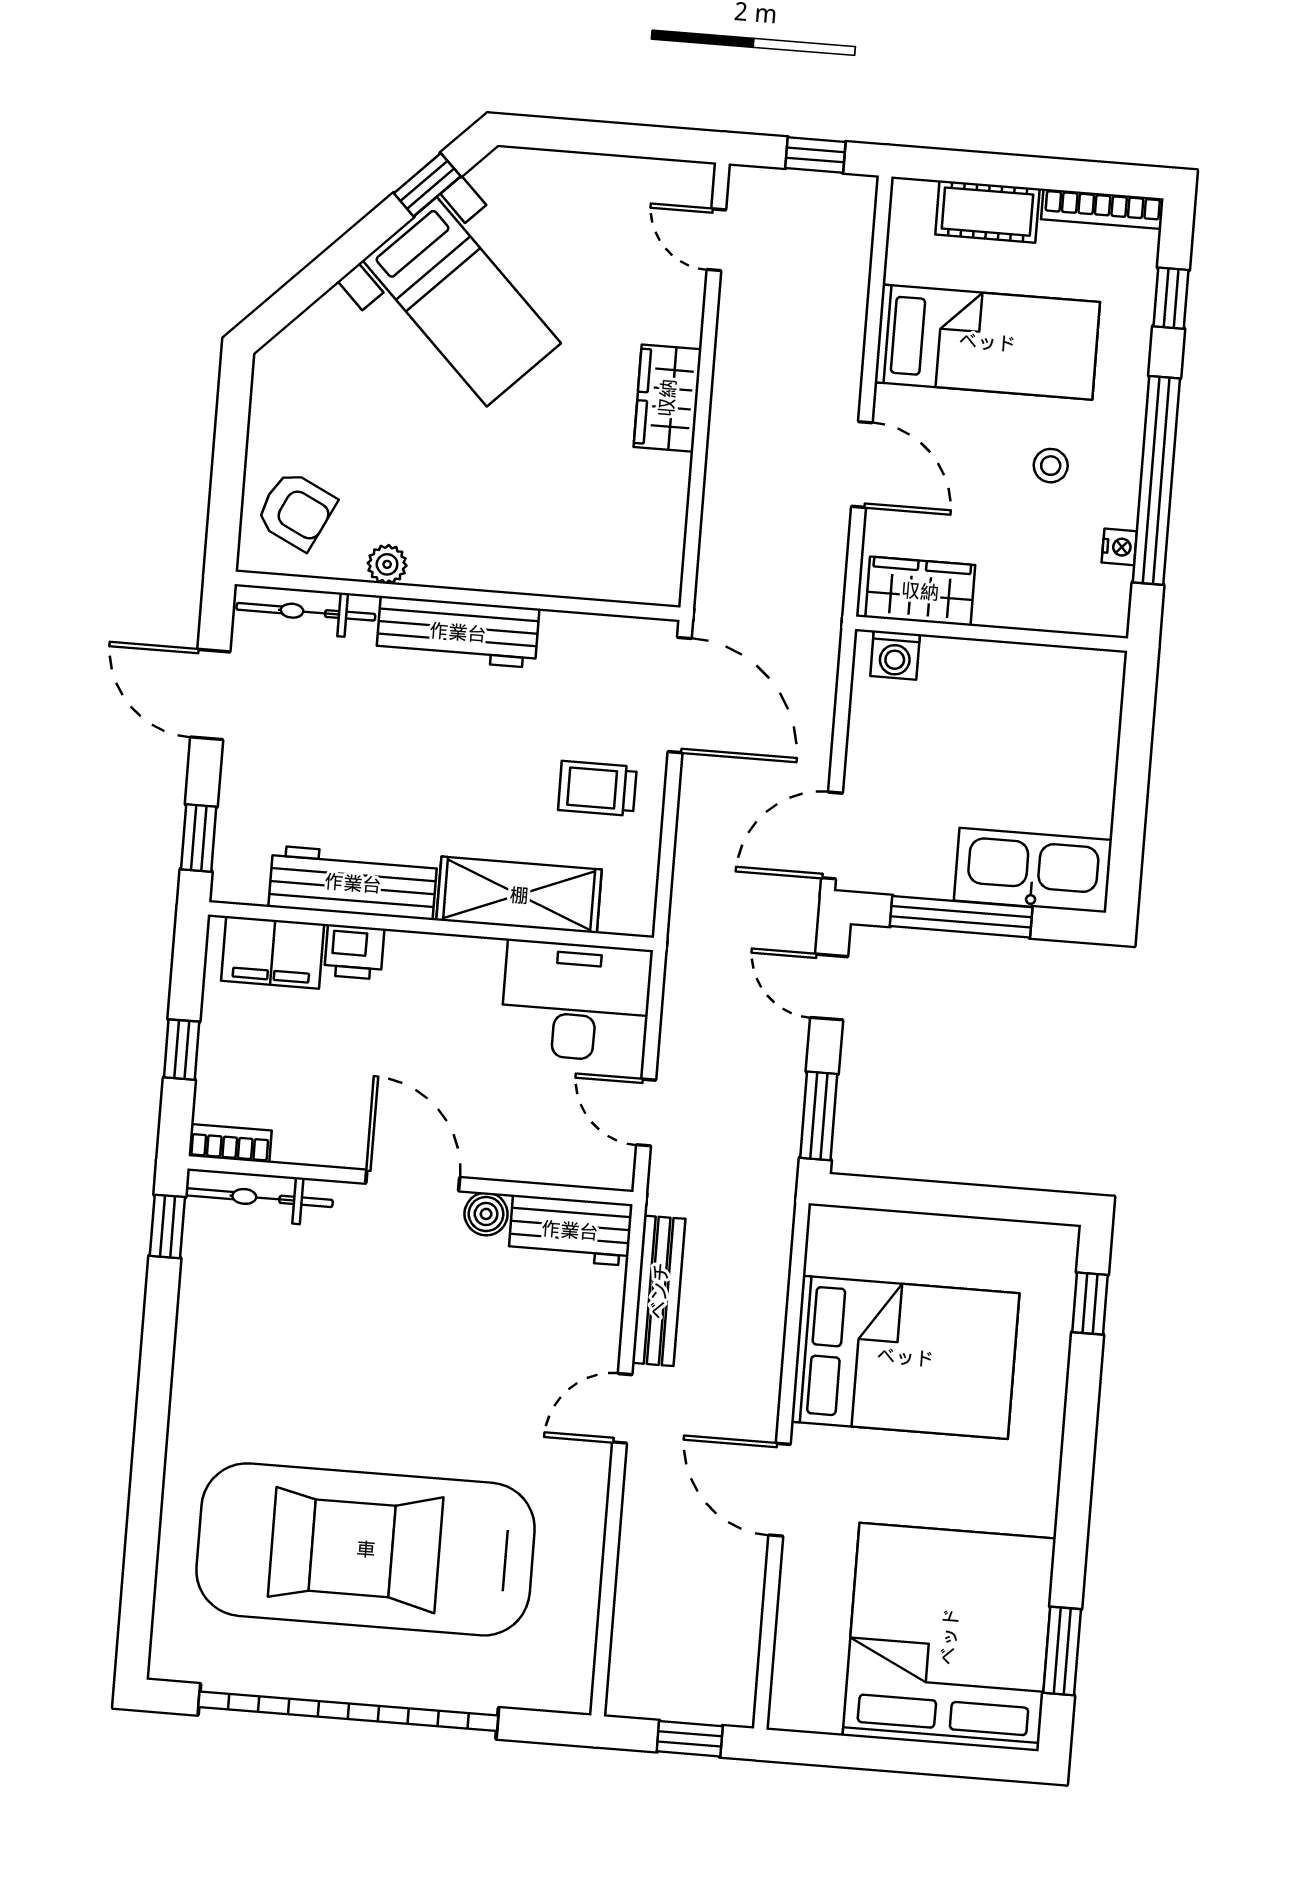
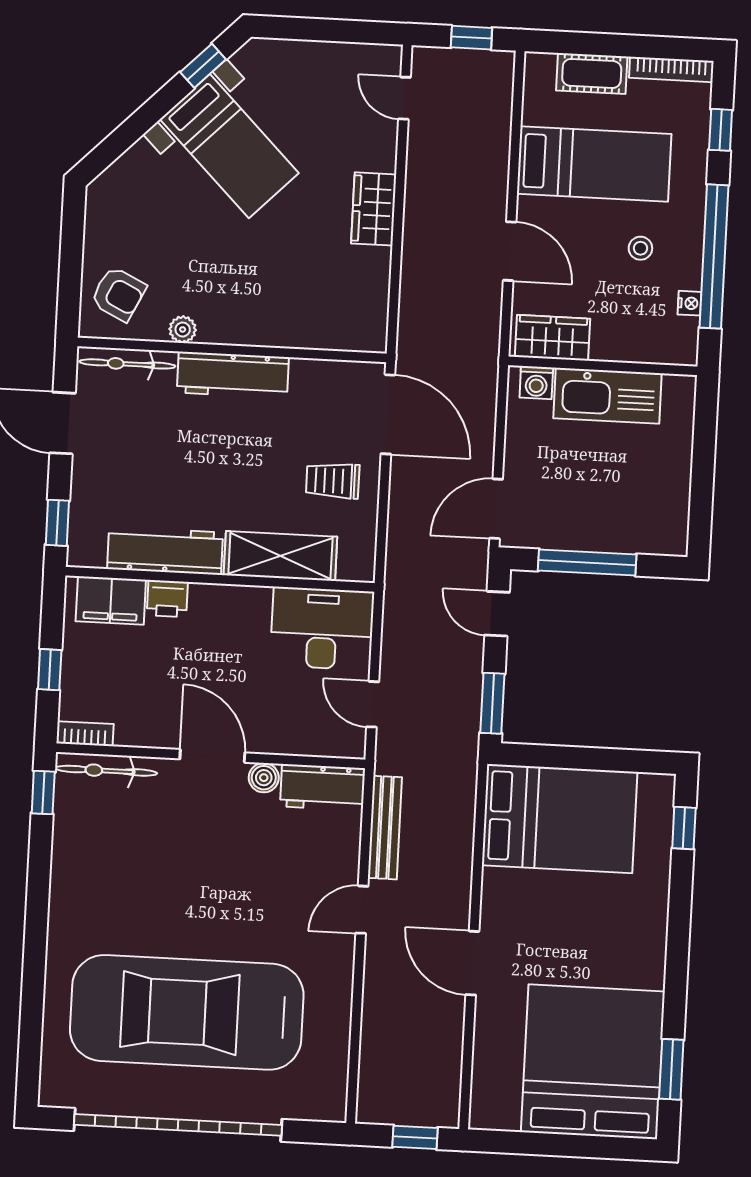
kitchen sink: (1033, 870) -> (607, 396), moved, turned 180
bed: (905, 1357) -> (560, 819), moved

